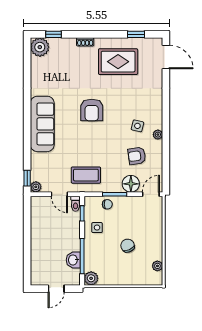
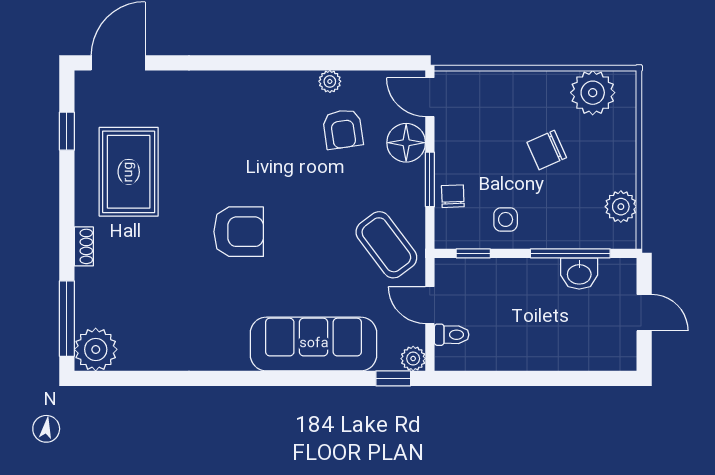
window: (53, 34) -> (67, 319), width x2.17
sofa: (42, 124) -> (314, 344), moved
side table: (137, 126) -> (275, 128), removed
plant: (158, 135) -> (330, 81), moved
coffee table: (86, 175) -> (386, 245), turned -37
door: (59, 194) -> (430, 305), swing flipped
toilet: (75, 204) -> (452, 335), moved
plant: (157, 266) -> (593, 93), width x1.88, depth x1.88
plant: (91, 278) -> (621, 207), moved

